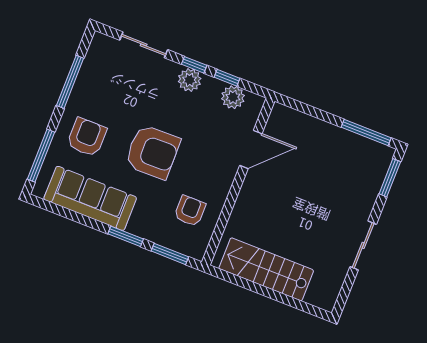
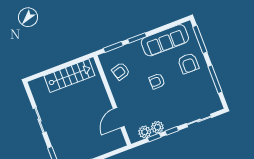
plant: (190, 80) -> (157, 127), moved
armchair: (153, 152) -> (157, 81), width x0.53, depth x0.53
armchair: (190, 211) -> (121, 71), turned 74

